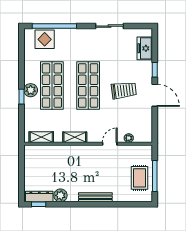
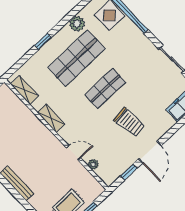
window: (155, 70) -> (129, 172), moved
shop shelf: (88, 85) -> (105, 88), width x0.70, depth x0.74
plant: (31, 90) -> (77, 24), moved

